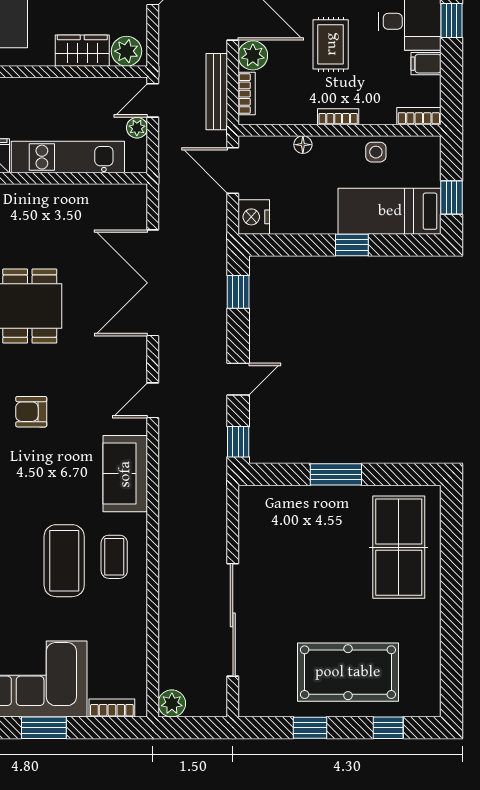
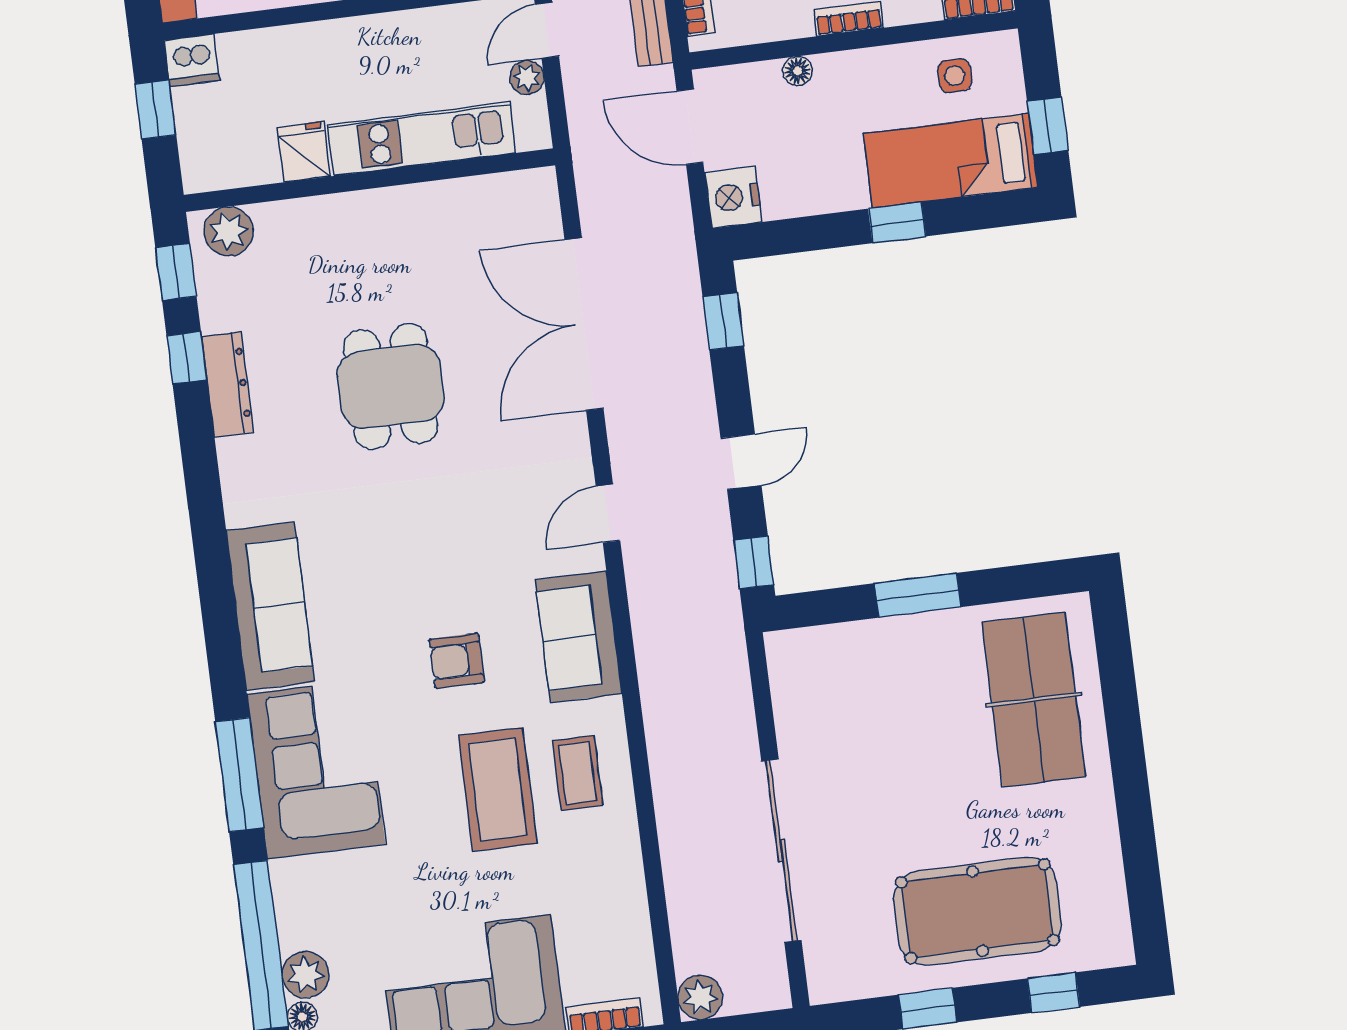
side table: (376, 152) -> (955, 76), moved
armchair: (31, 412) -> (457, 661), moved

